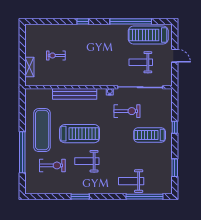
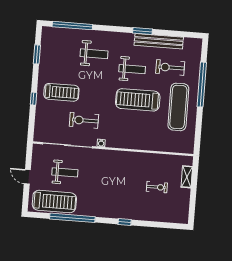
bench: (75, 94) -> (159, 41), moved
weight bench: (131, 181) -> (94, 54), moved

